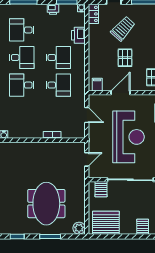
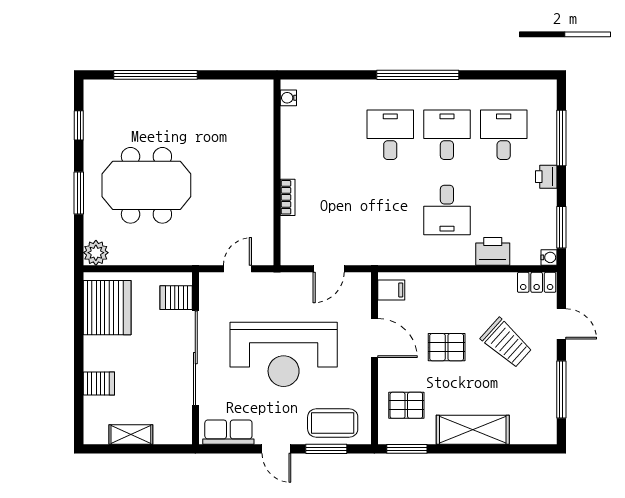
printer: (53, 9) -> (546, 177), moved
desk: (22, 58) -> (447, 135), turned 180
desk: (58, 85) -> (390, 210), removed
door: (87, 159) -> (237, 269), swing flipped

